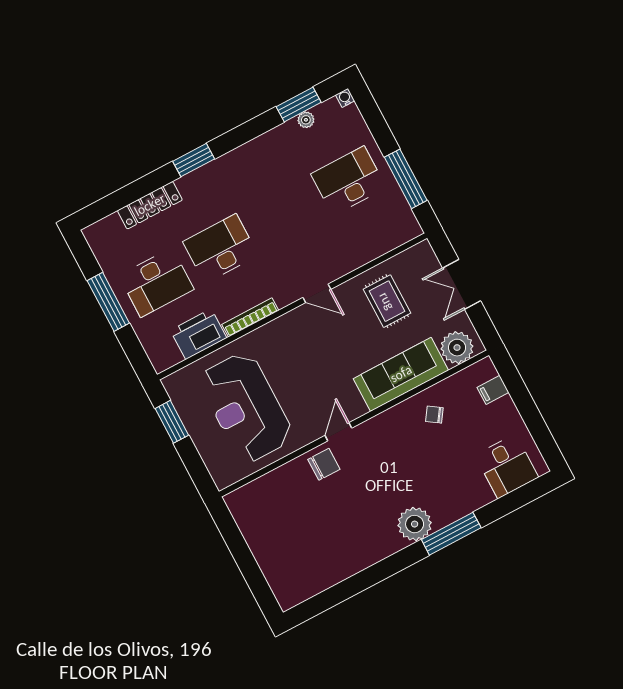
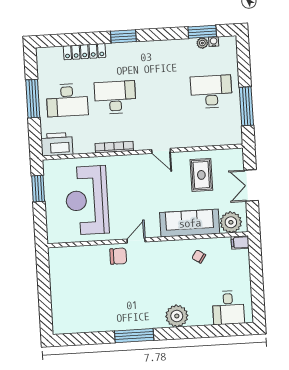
water cooler: (345, 98) -> (214, 42), moved
printer: (199, 334) -> (57, 144), moved
filing cabinet: (493, 390) -> (240, 243), moved
plant: (415, 524) -> (177, 316), moved
window: (451, 534) -> (134, 336), moved

